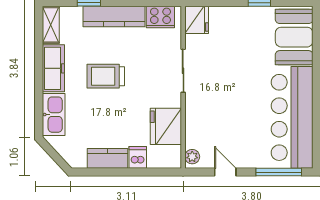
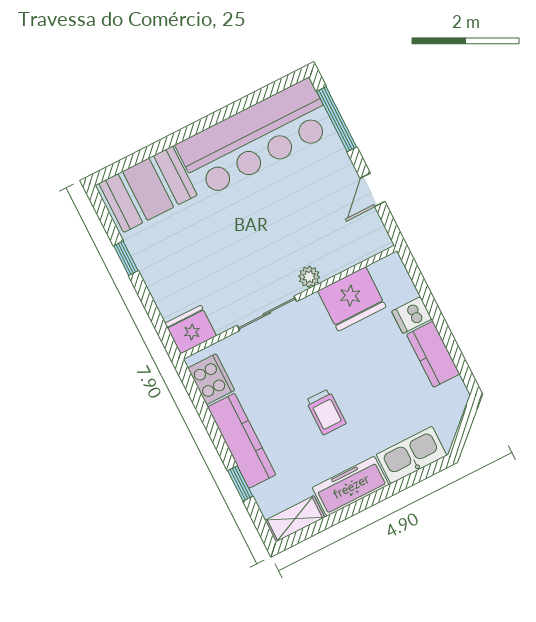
trolley: (106, 76) -> (326, 412), width x0.73, depth x0.72
plant: (192, 157) -> (309, 277), moved

